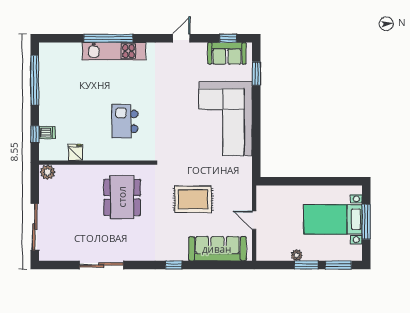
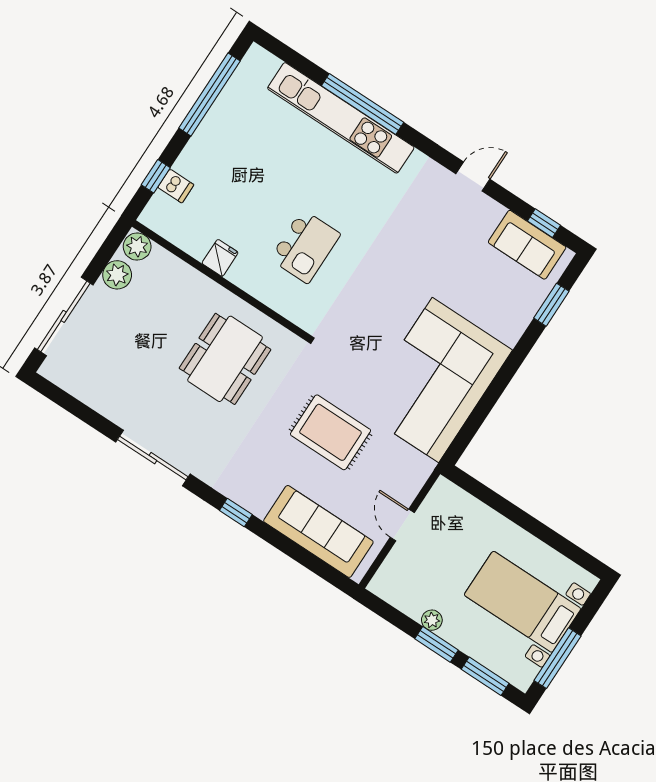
kitchen unit: (114, 51) -> (341, 118), width x1.36
corner sofa: (226, 119) -> (435, 380), moved
kitchen island: (125, 121) -> (305, 247), turned 180
fridge: (76, 152) -> (220, 258), moved
plant: (47, 191) -> (117, 275), added
window: (366, 222) -> (558, 658), moved
sliding door: (101, 265) -> (153, 458), moved

